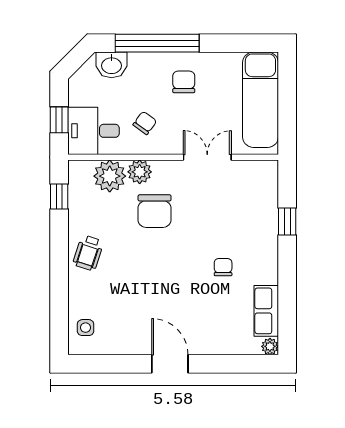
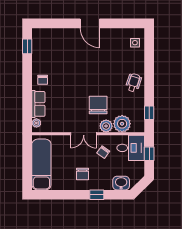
window: (157, 43) -> (97, 195), width x0.32
double door: (207, 157) -> (84, 134), moved
window: (287, 221) -> (27, 46), moved
chair: (223, 267) -> (43, 80), moved
row of seats: (266, 311) -> (38, 104), moved
plant: (270, 346) -> (36, 123), moved

